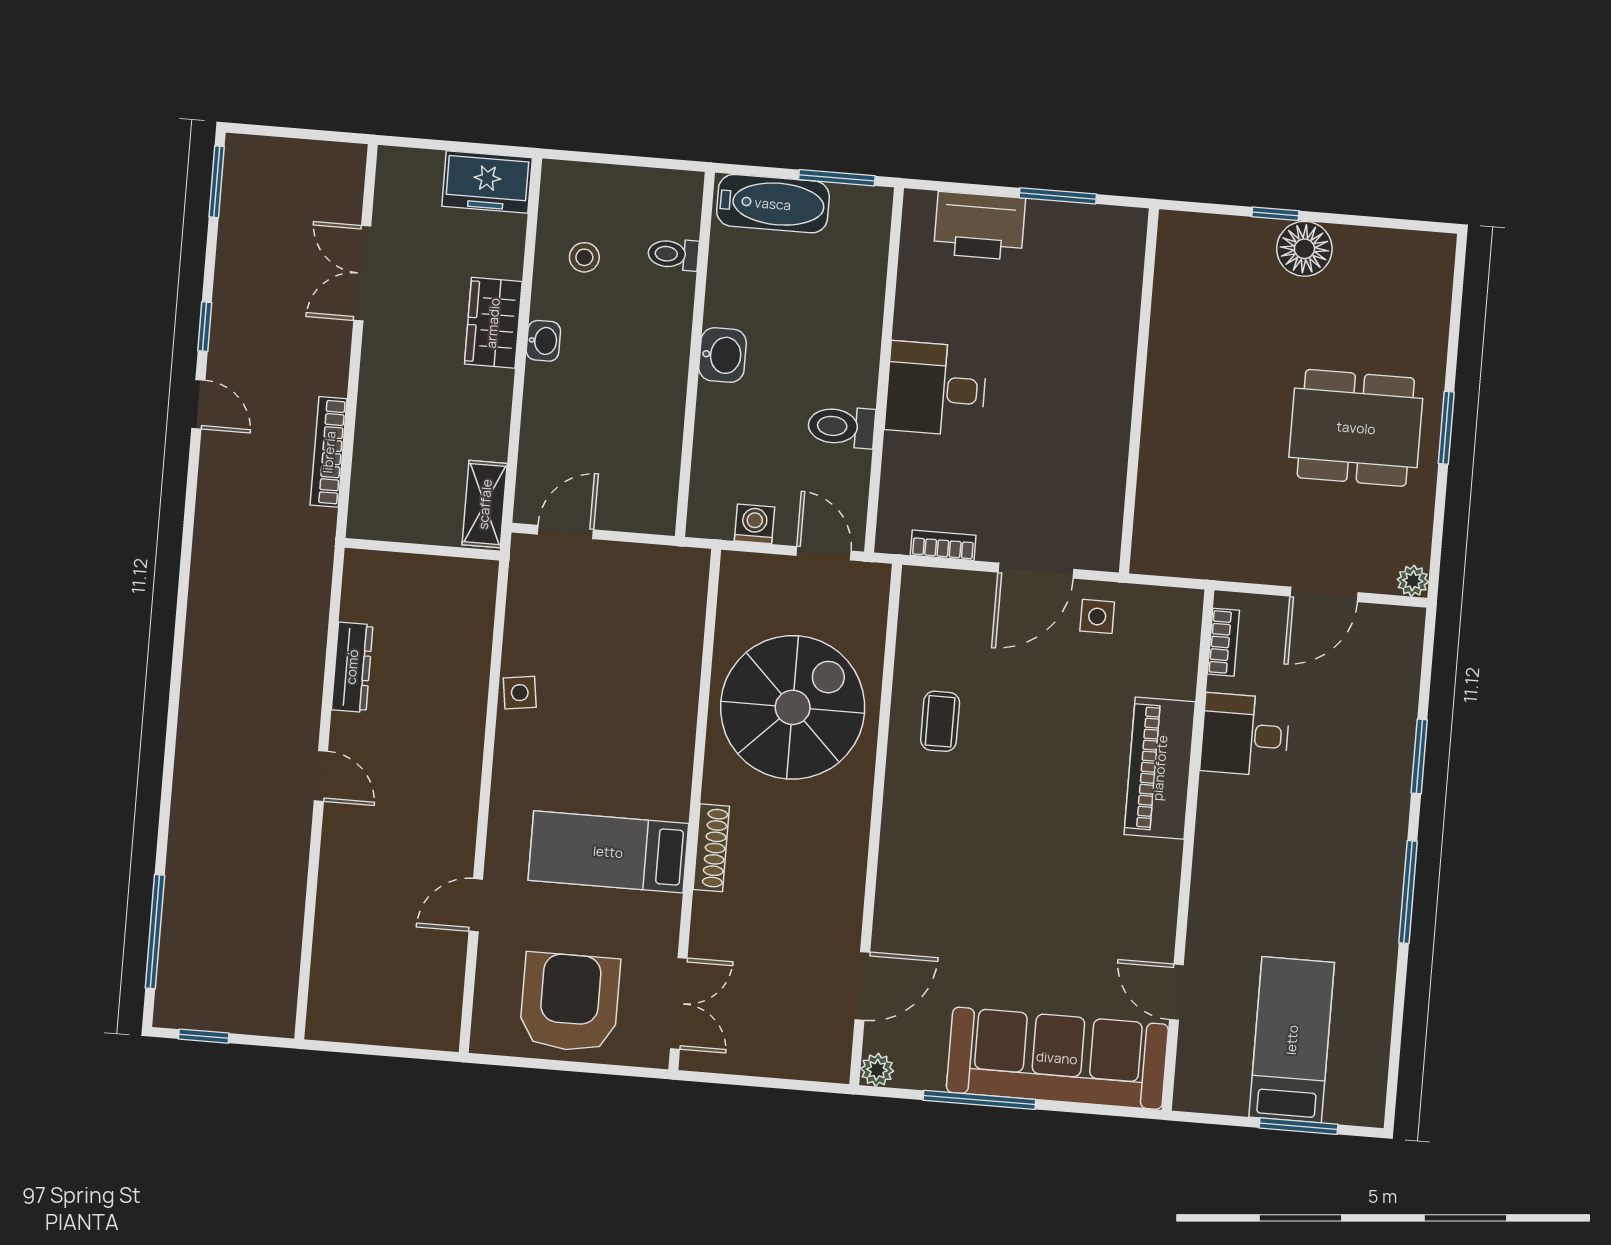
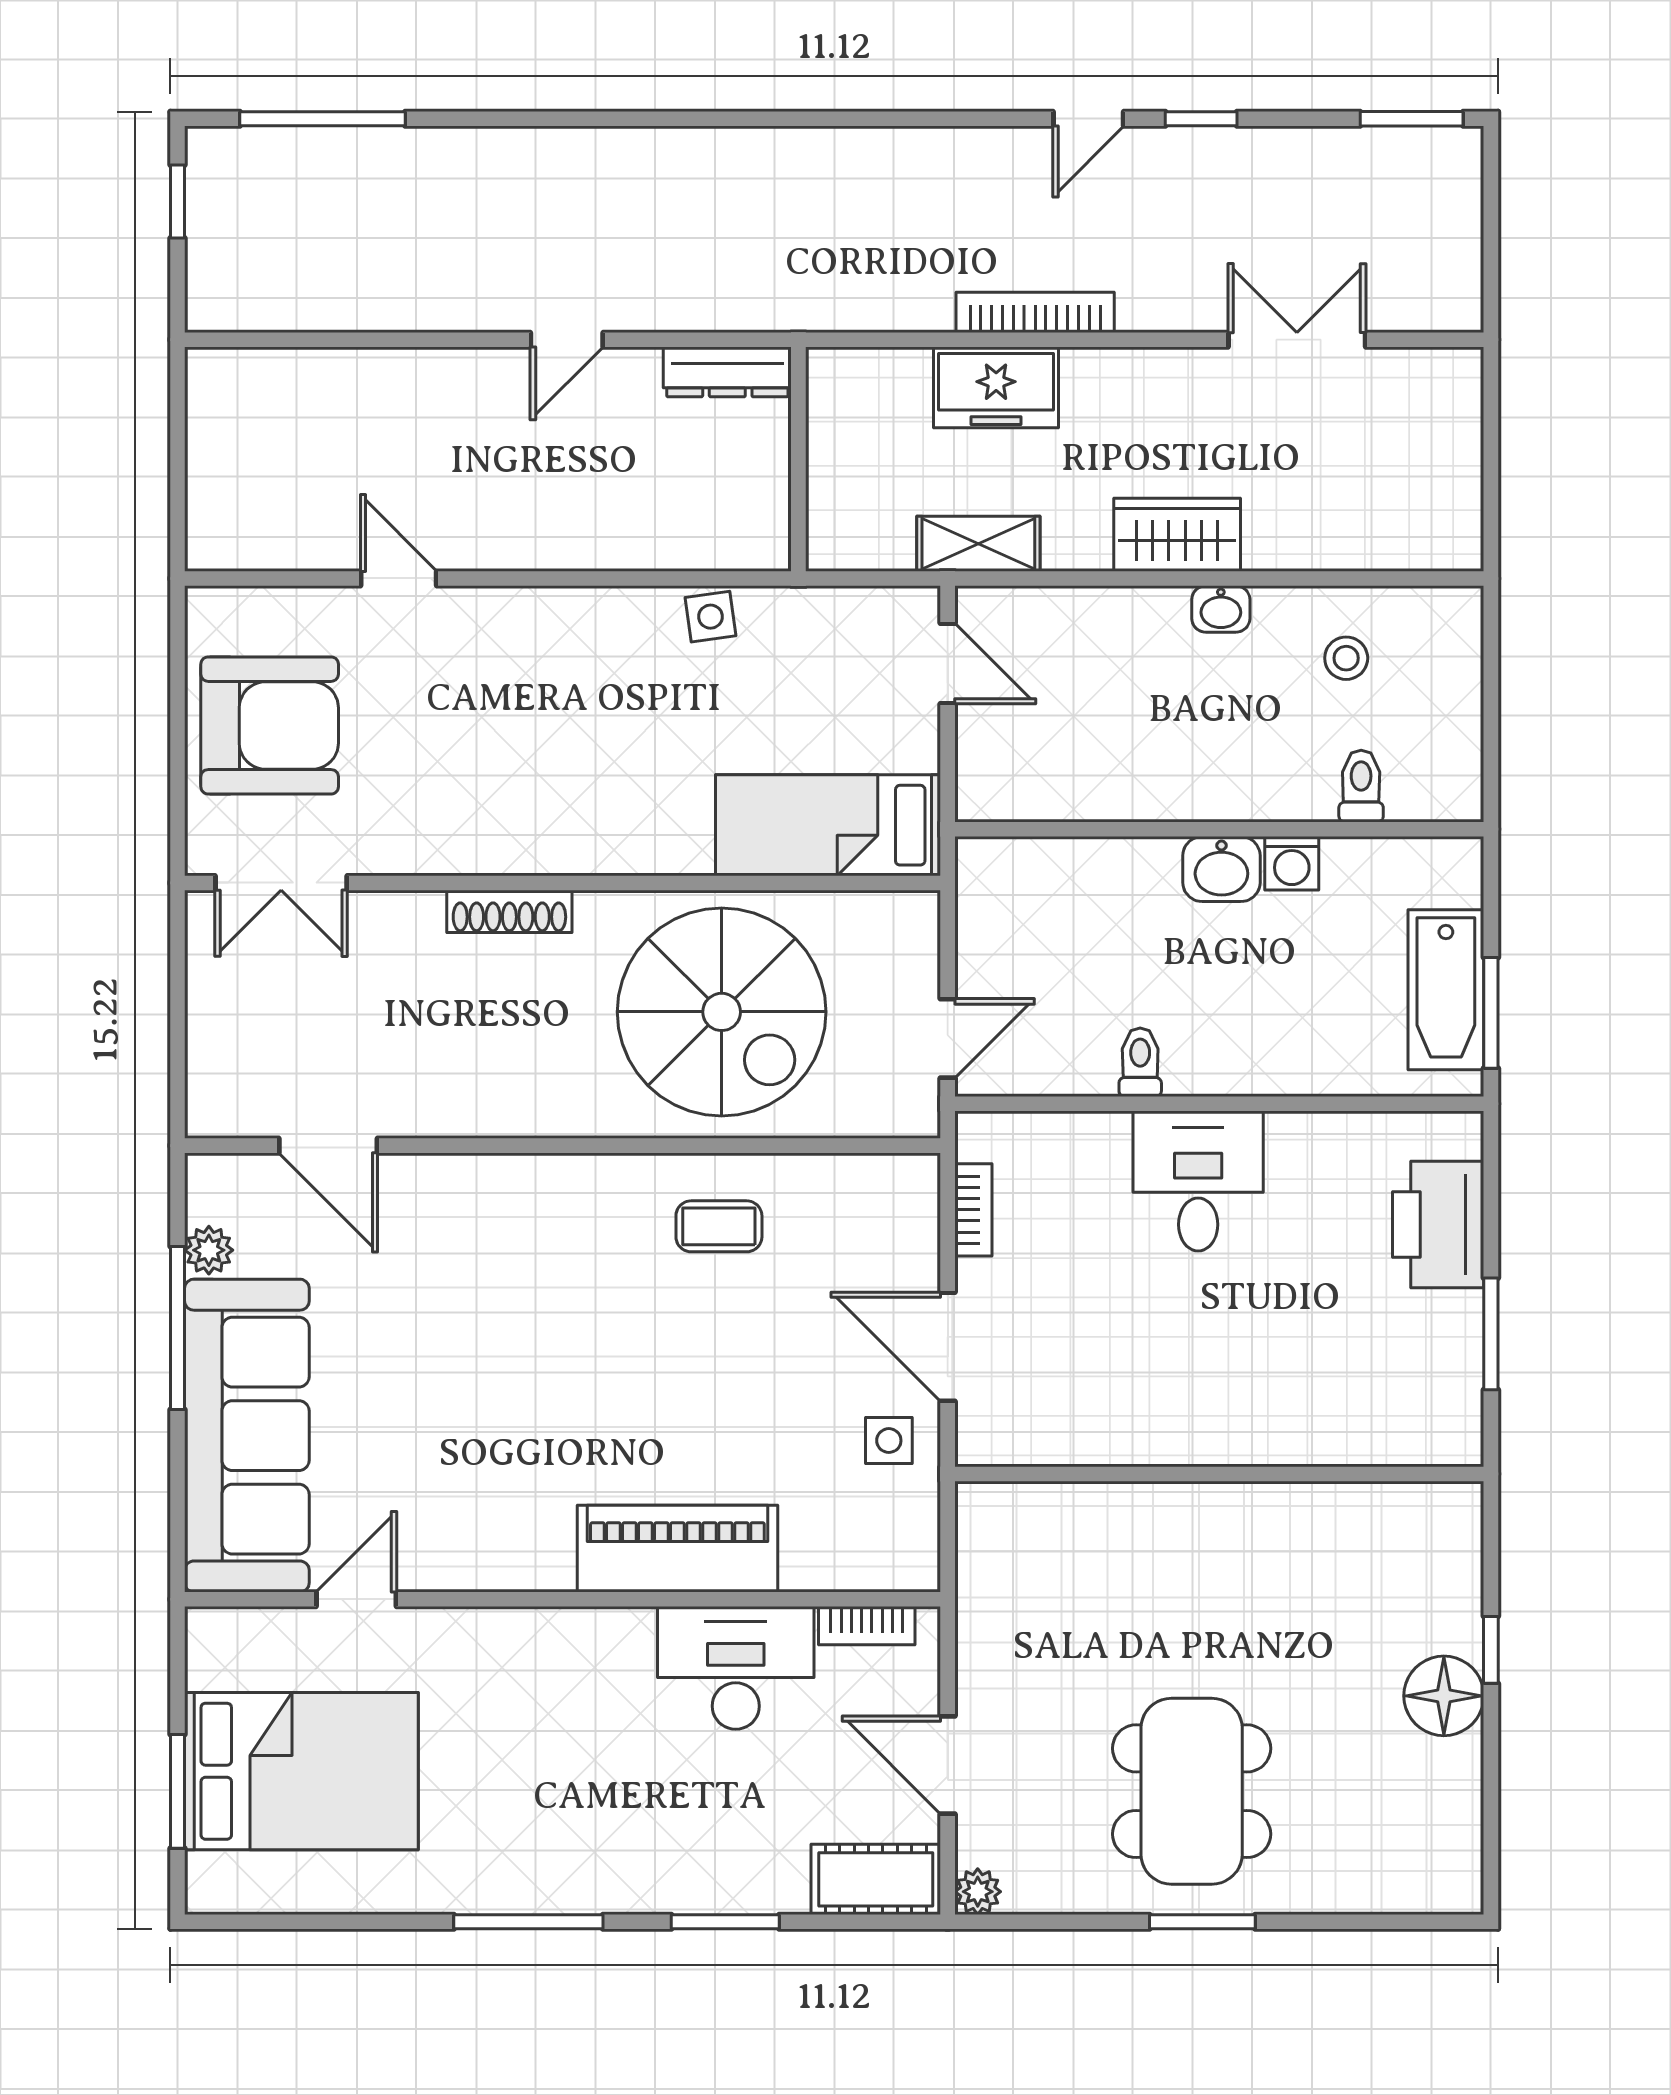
freezer: (487, 182) -> (996, 387), moved, turned -90
bathtub: (773, 204) -> (1446, 990), moved
wardrobe: (493, 323) -> (1177, 535), moved
toilet: (841, 427) -> (1140, 1062), width x0.73, depth x0.72
washing machine: (755, 524) -> (1292, 863), moved, turned 90
wall: (422, 549) -> (798, 459), moved
cot: (1399, 650) -> (876, 1879), added
desk: (1245, 735) -> (736, 1668), width x1.37
bed: (608, 852) -> (828, 825), moved, turned -90
bed: (1292, 1040) -> (301, 1771), width x1.50
plant: (877, 1070) -> (209, 1250), moved

